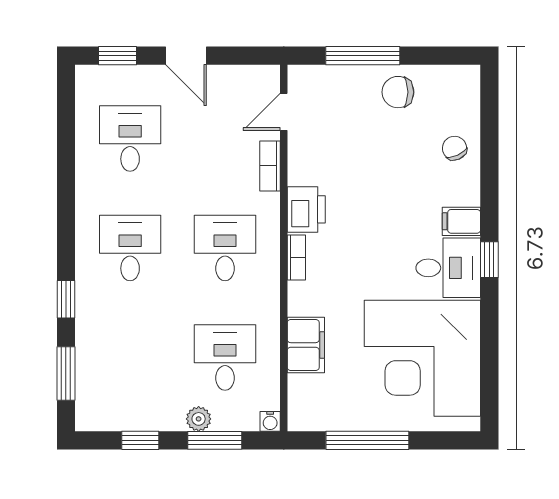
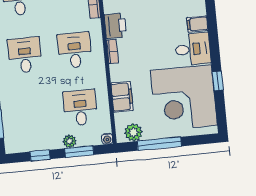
window: (489, 260) -> (218, 81), moved
plant: (321, 414) -> (133, 132), added

